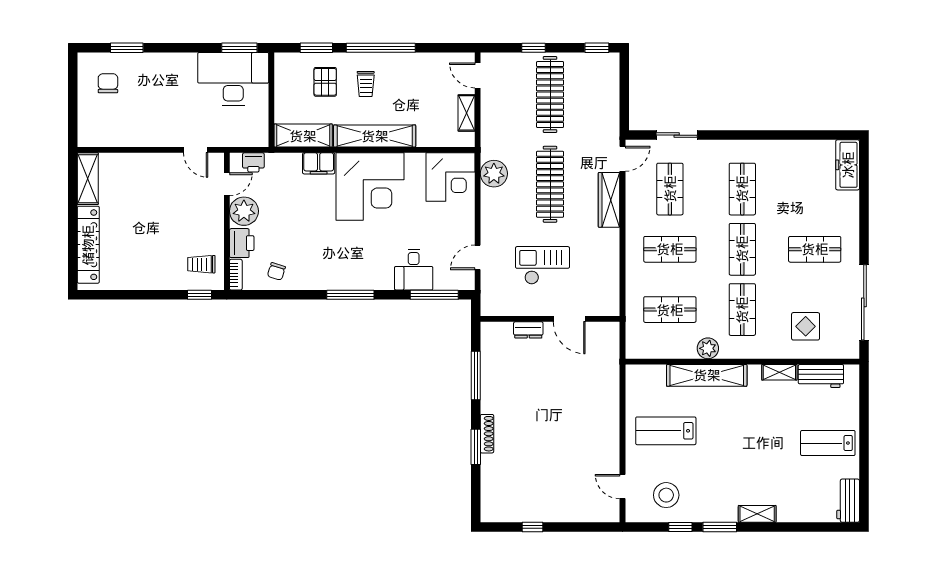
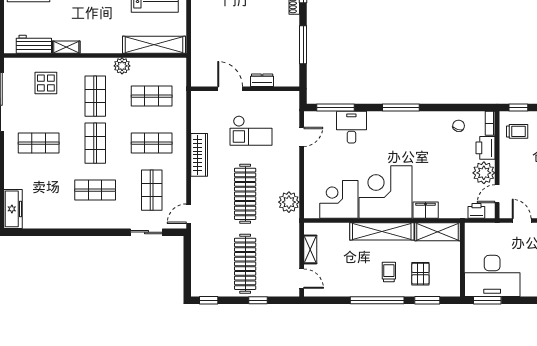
corner desk: (450, 177) -> (339, 199), moved
shop shelf: (742, 189) -> (95, 190), turned 90
wardrobe: (609, 200) -> (199, 155), moved
shelving: (707, 375) -> (154, 45), moved

